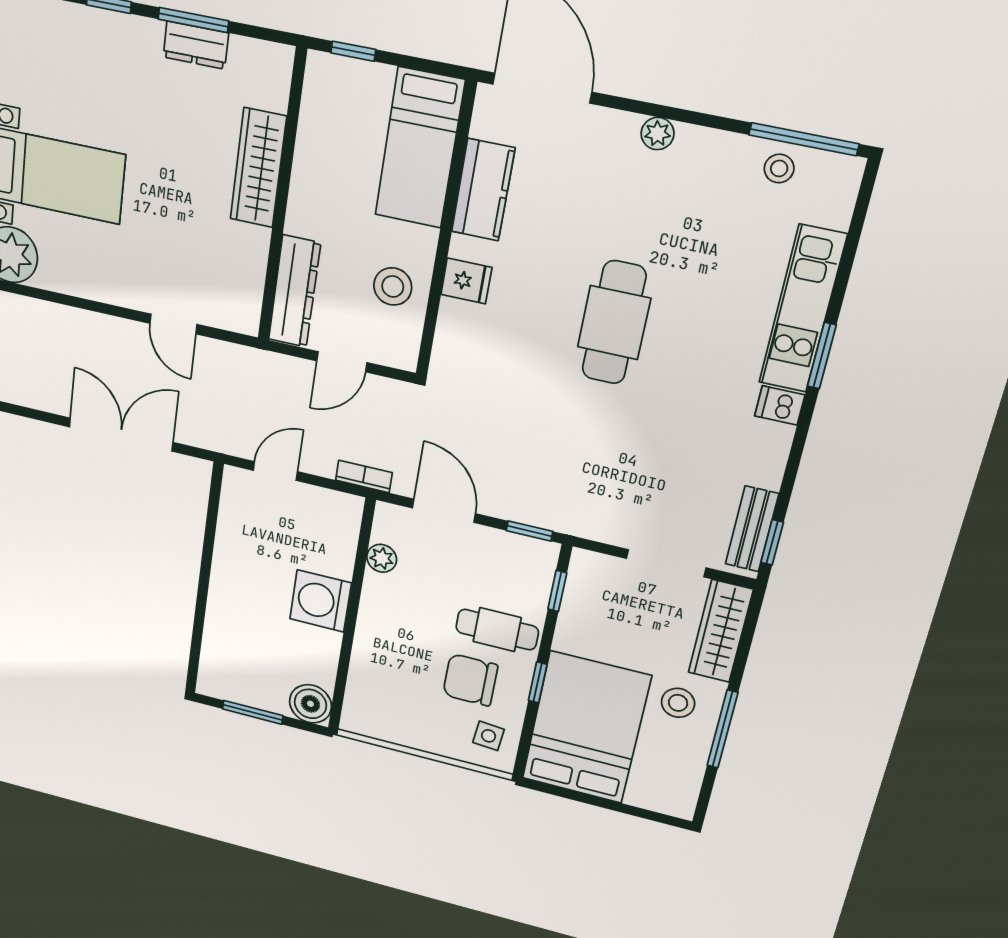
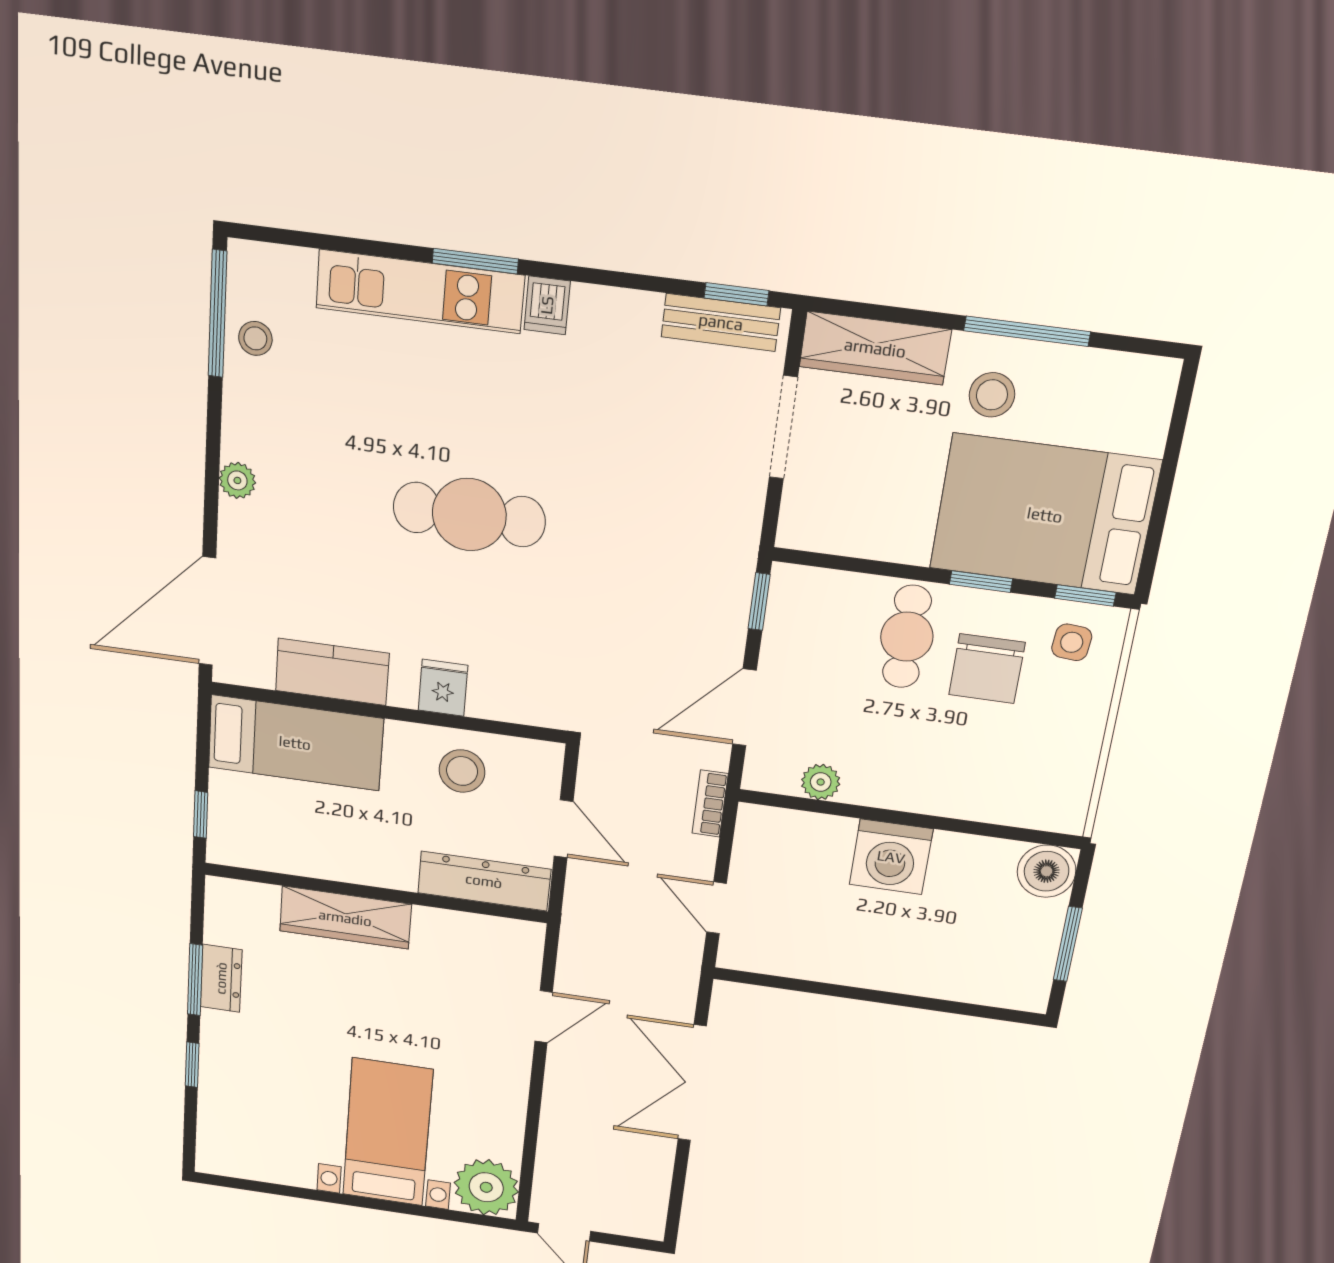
window: (557, 591) -> (1085, 595), moved

